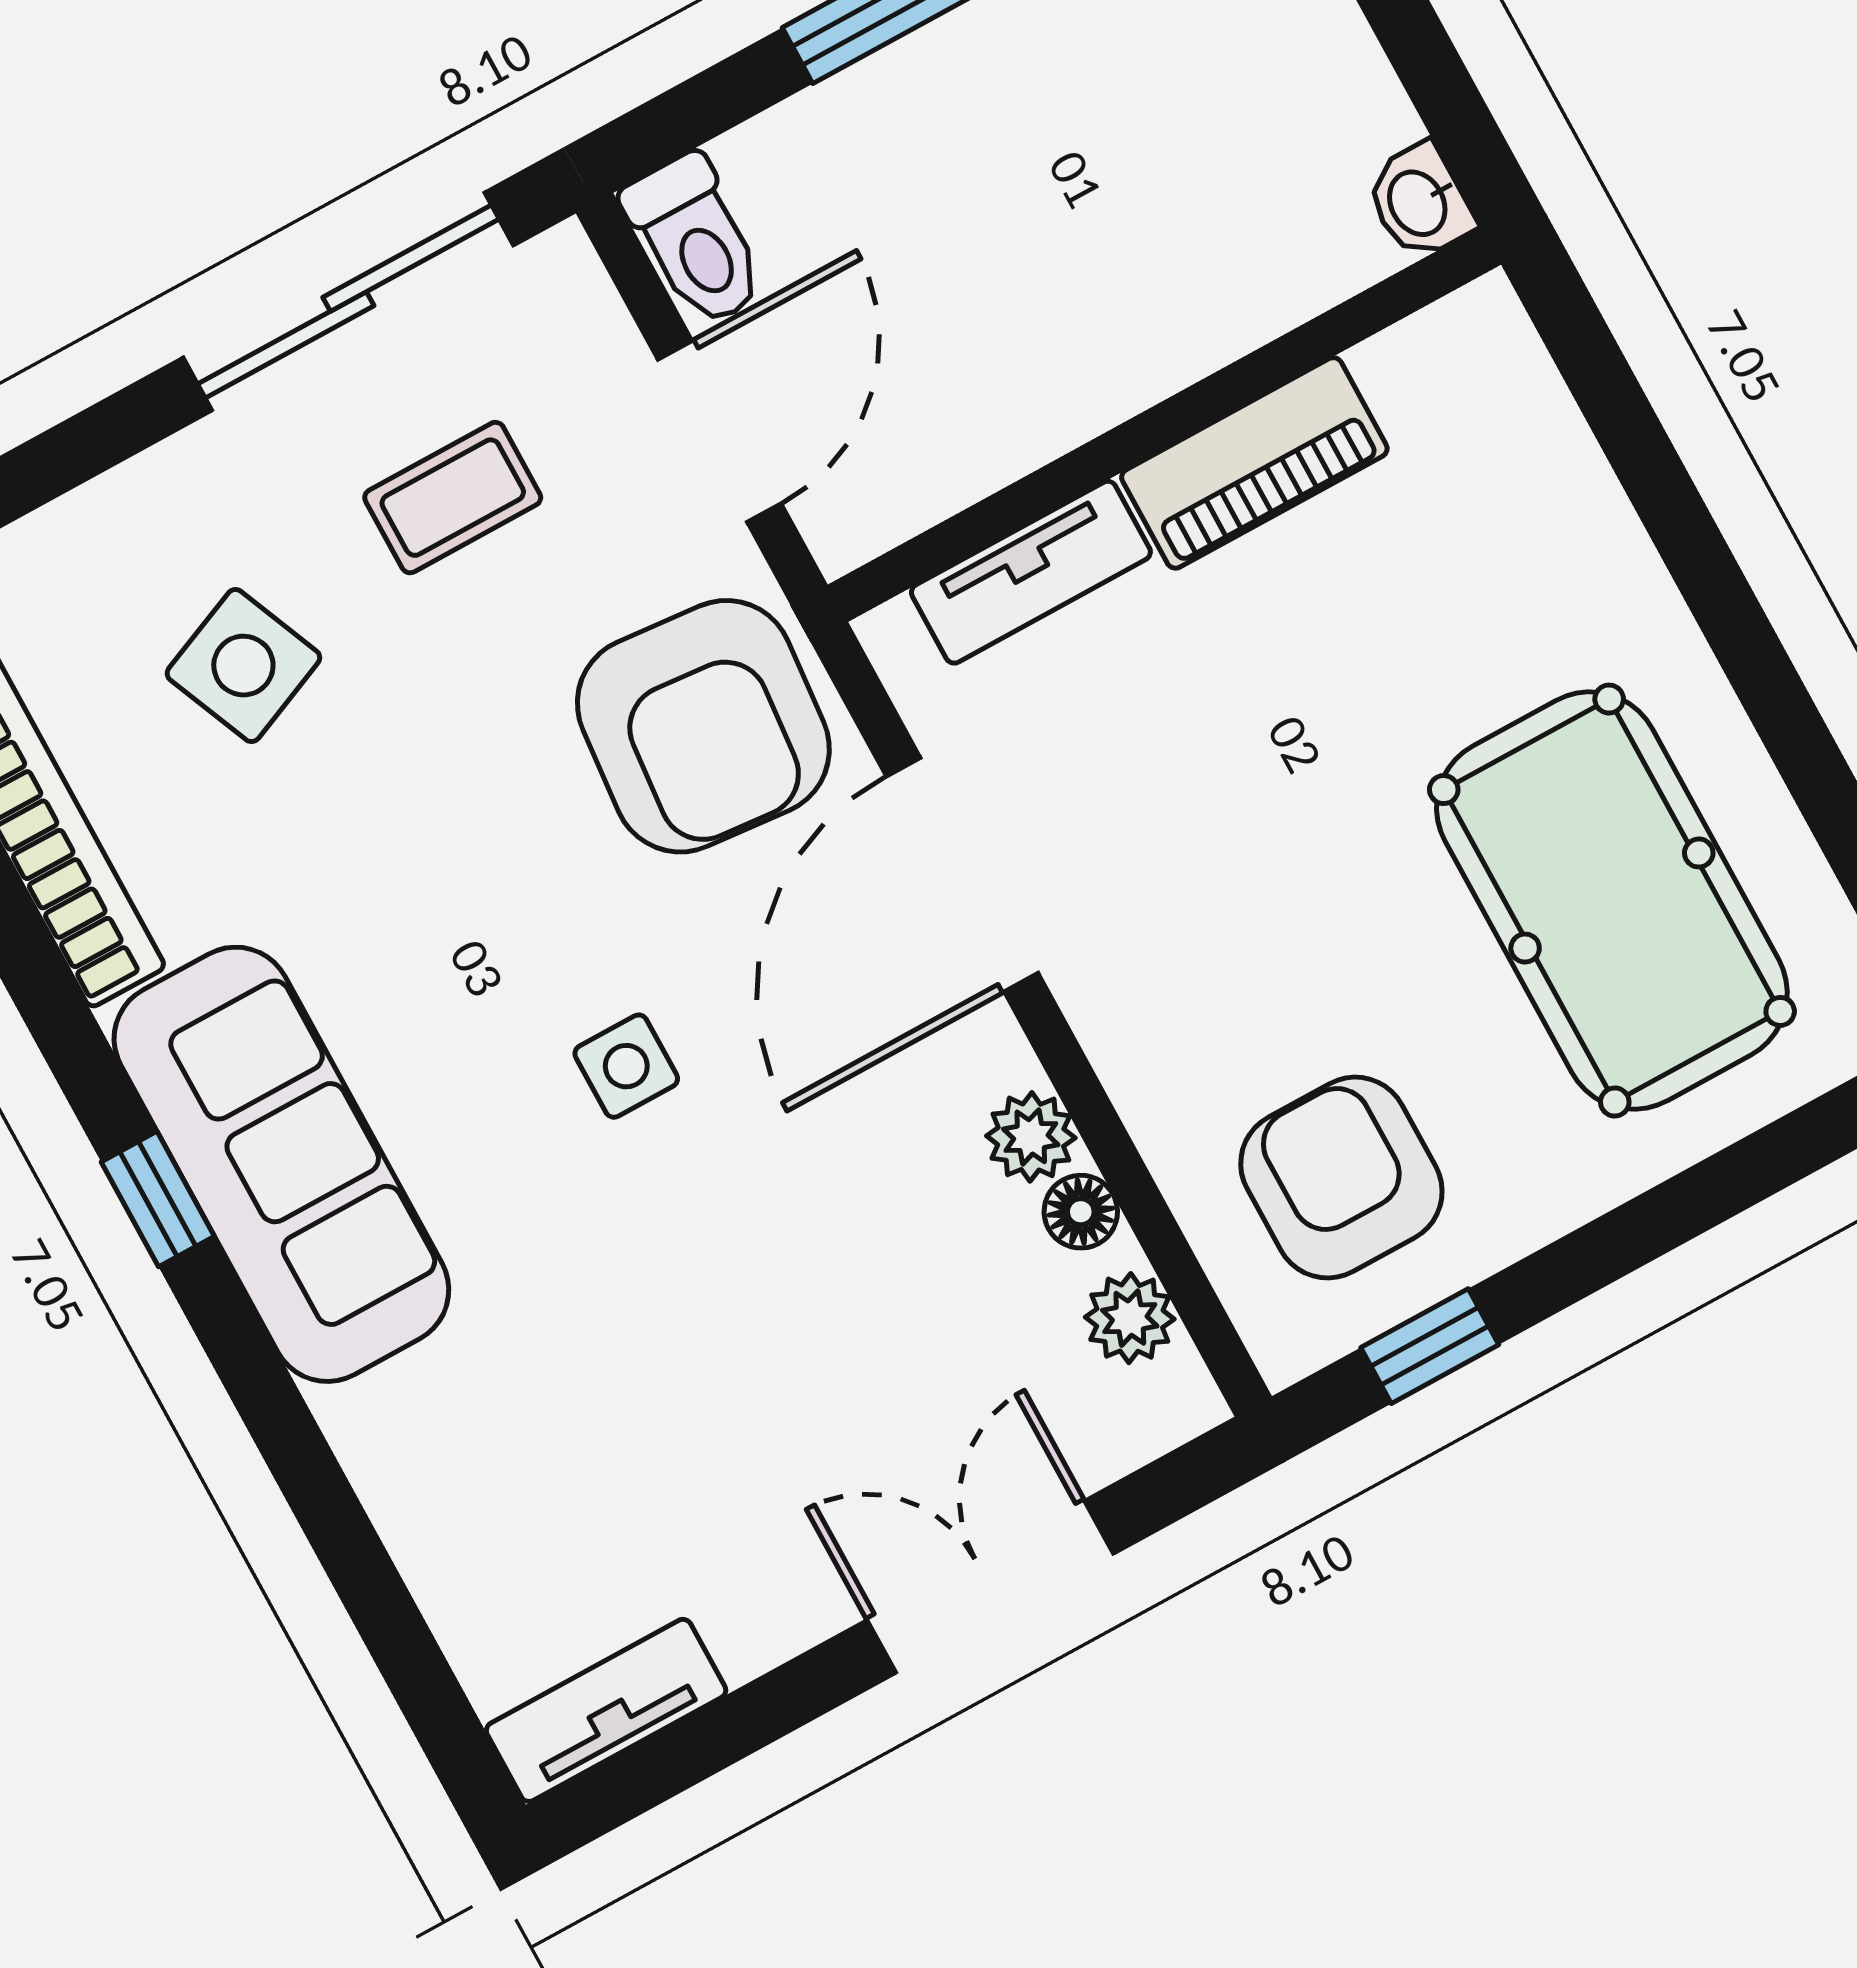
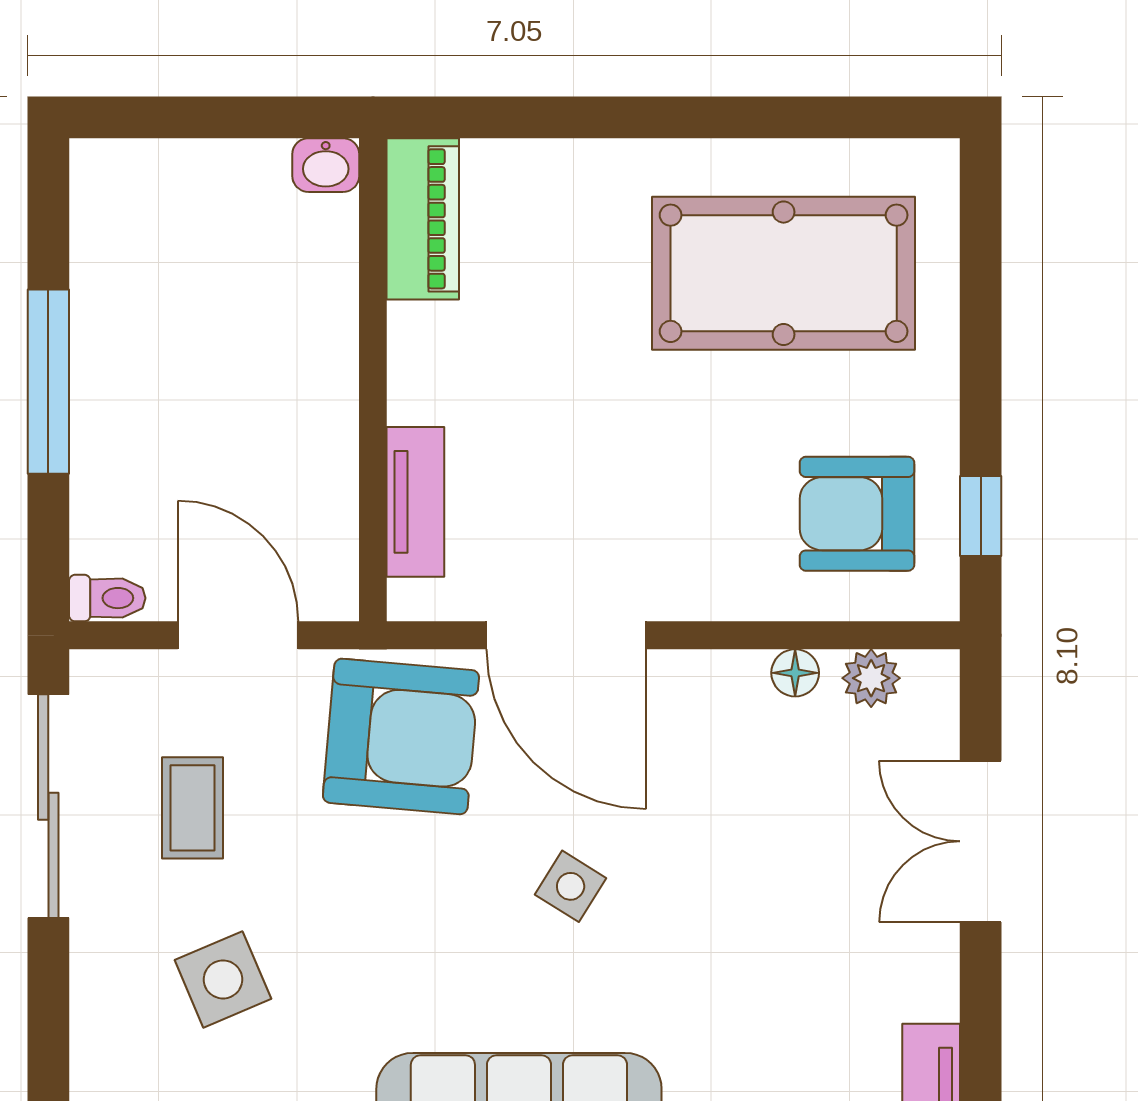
toilet: (696, 241) -> (107, 598), width x0.73, depth x0.72
piano: (1254, 463) -> (423, 219), moved
side table: (626, 1066) -> (571, 886), turned 32
plant: (1031, 1137) -> (737, 678), removed

